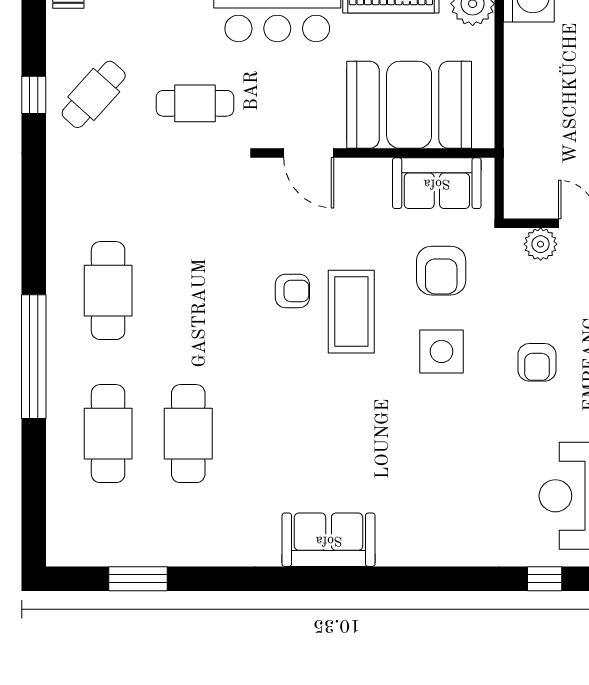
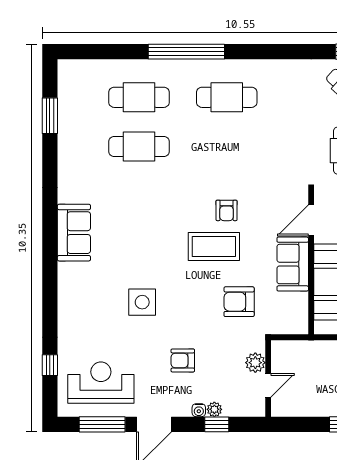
sofa: (437, 183) -> (293, 264), moved
side table: (441, 351) -> (142, 302), moved

